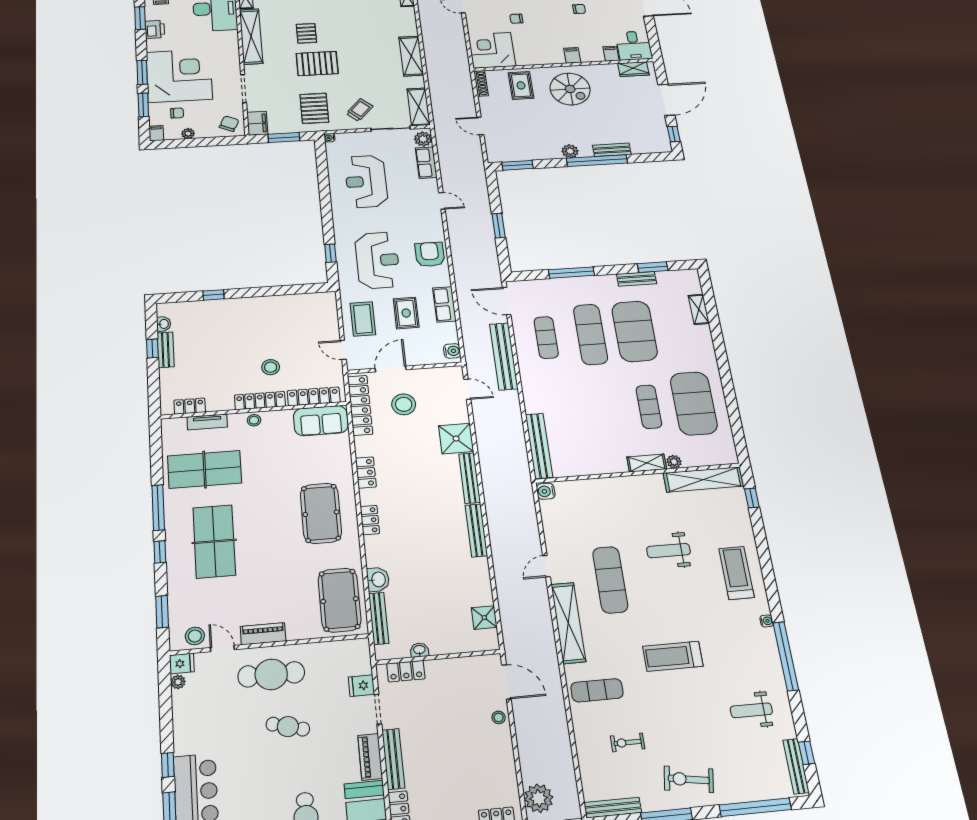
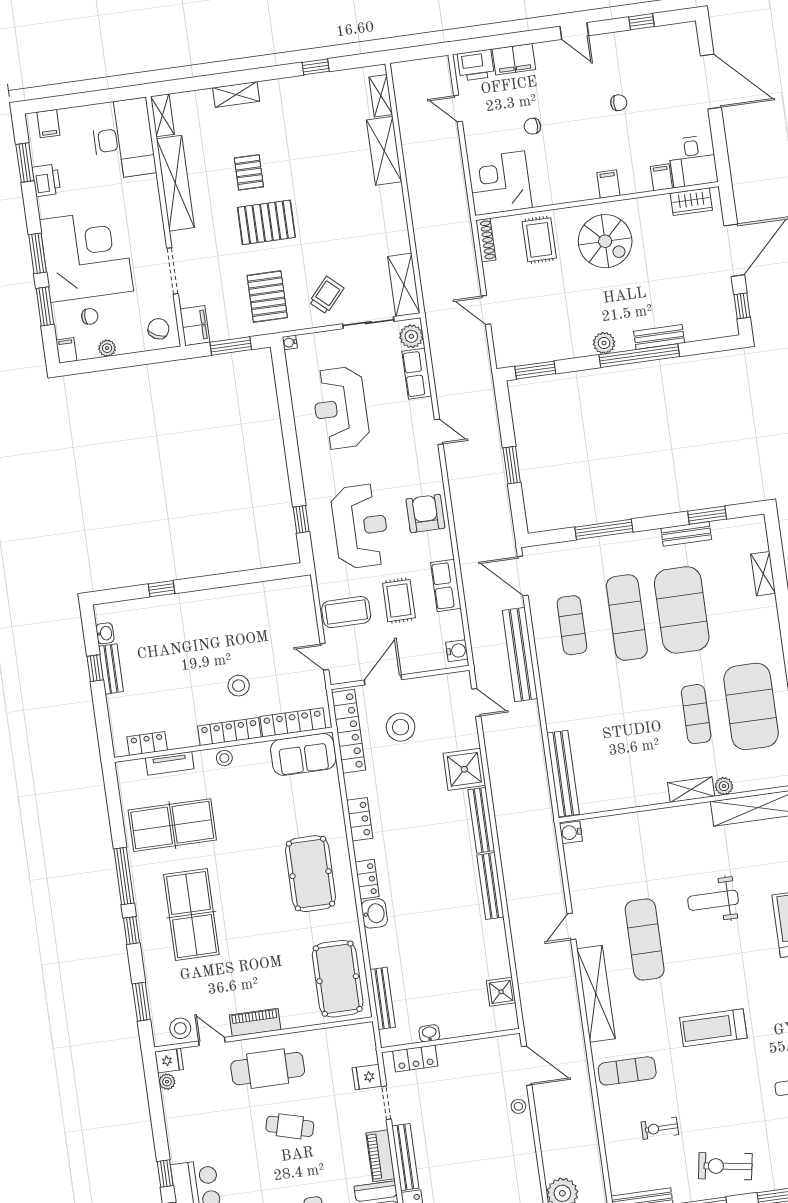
shelving: (411, 56) -> (384, 151), moved
coffee table: (363, 319) -> (346, 612), turned 90
washbasin: (378, 579) -> (374, 913), moved

